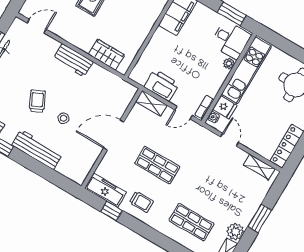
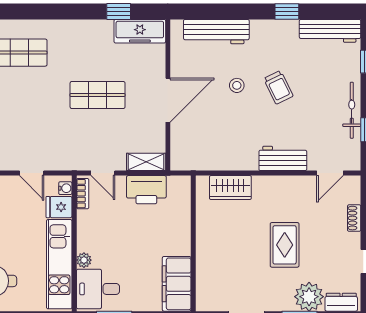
workbench: (73, 60) -> (283, 158), moved
door: (183, 113) -> (103, 173), swing flipped
workbench: (37, 150) -> (216, 32), moved
trolley: (141, 202) -> (91, 42), removed

